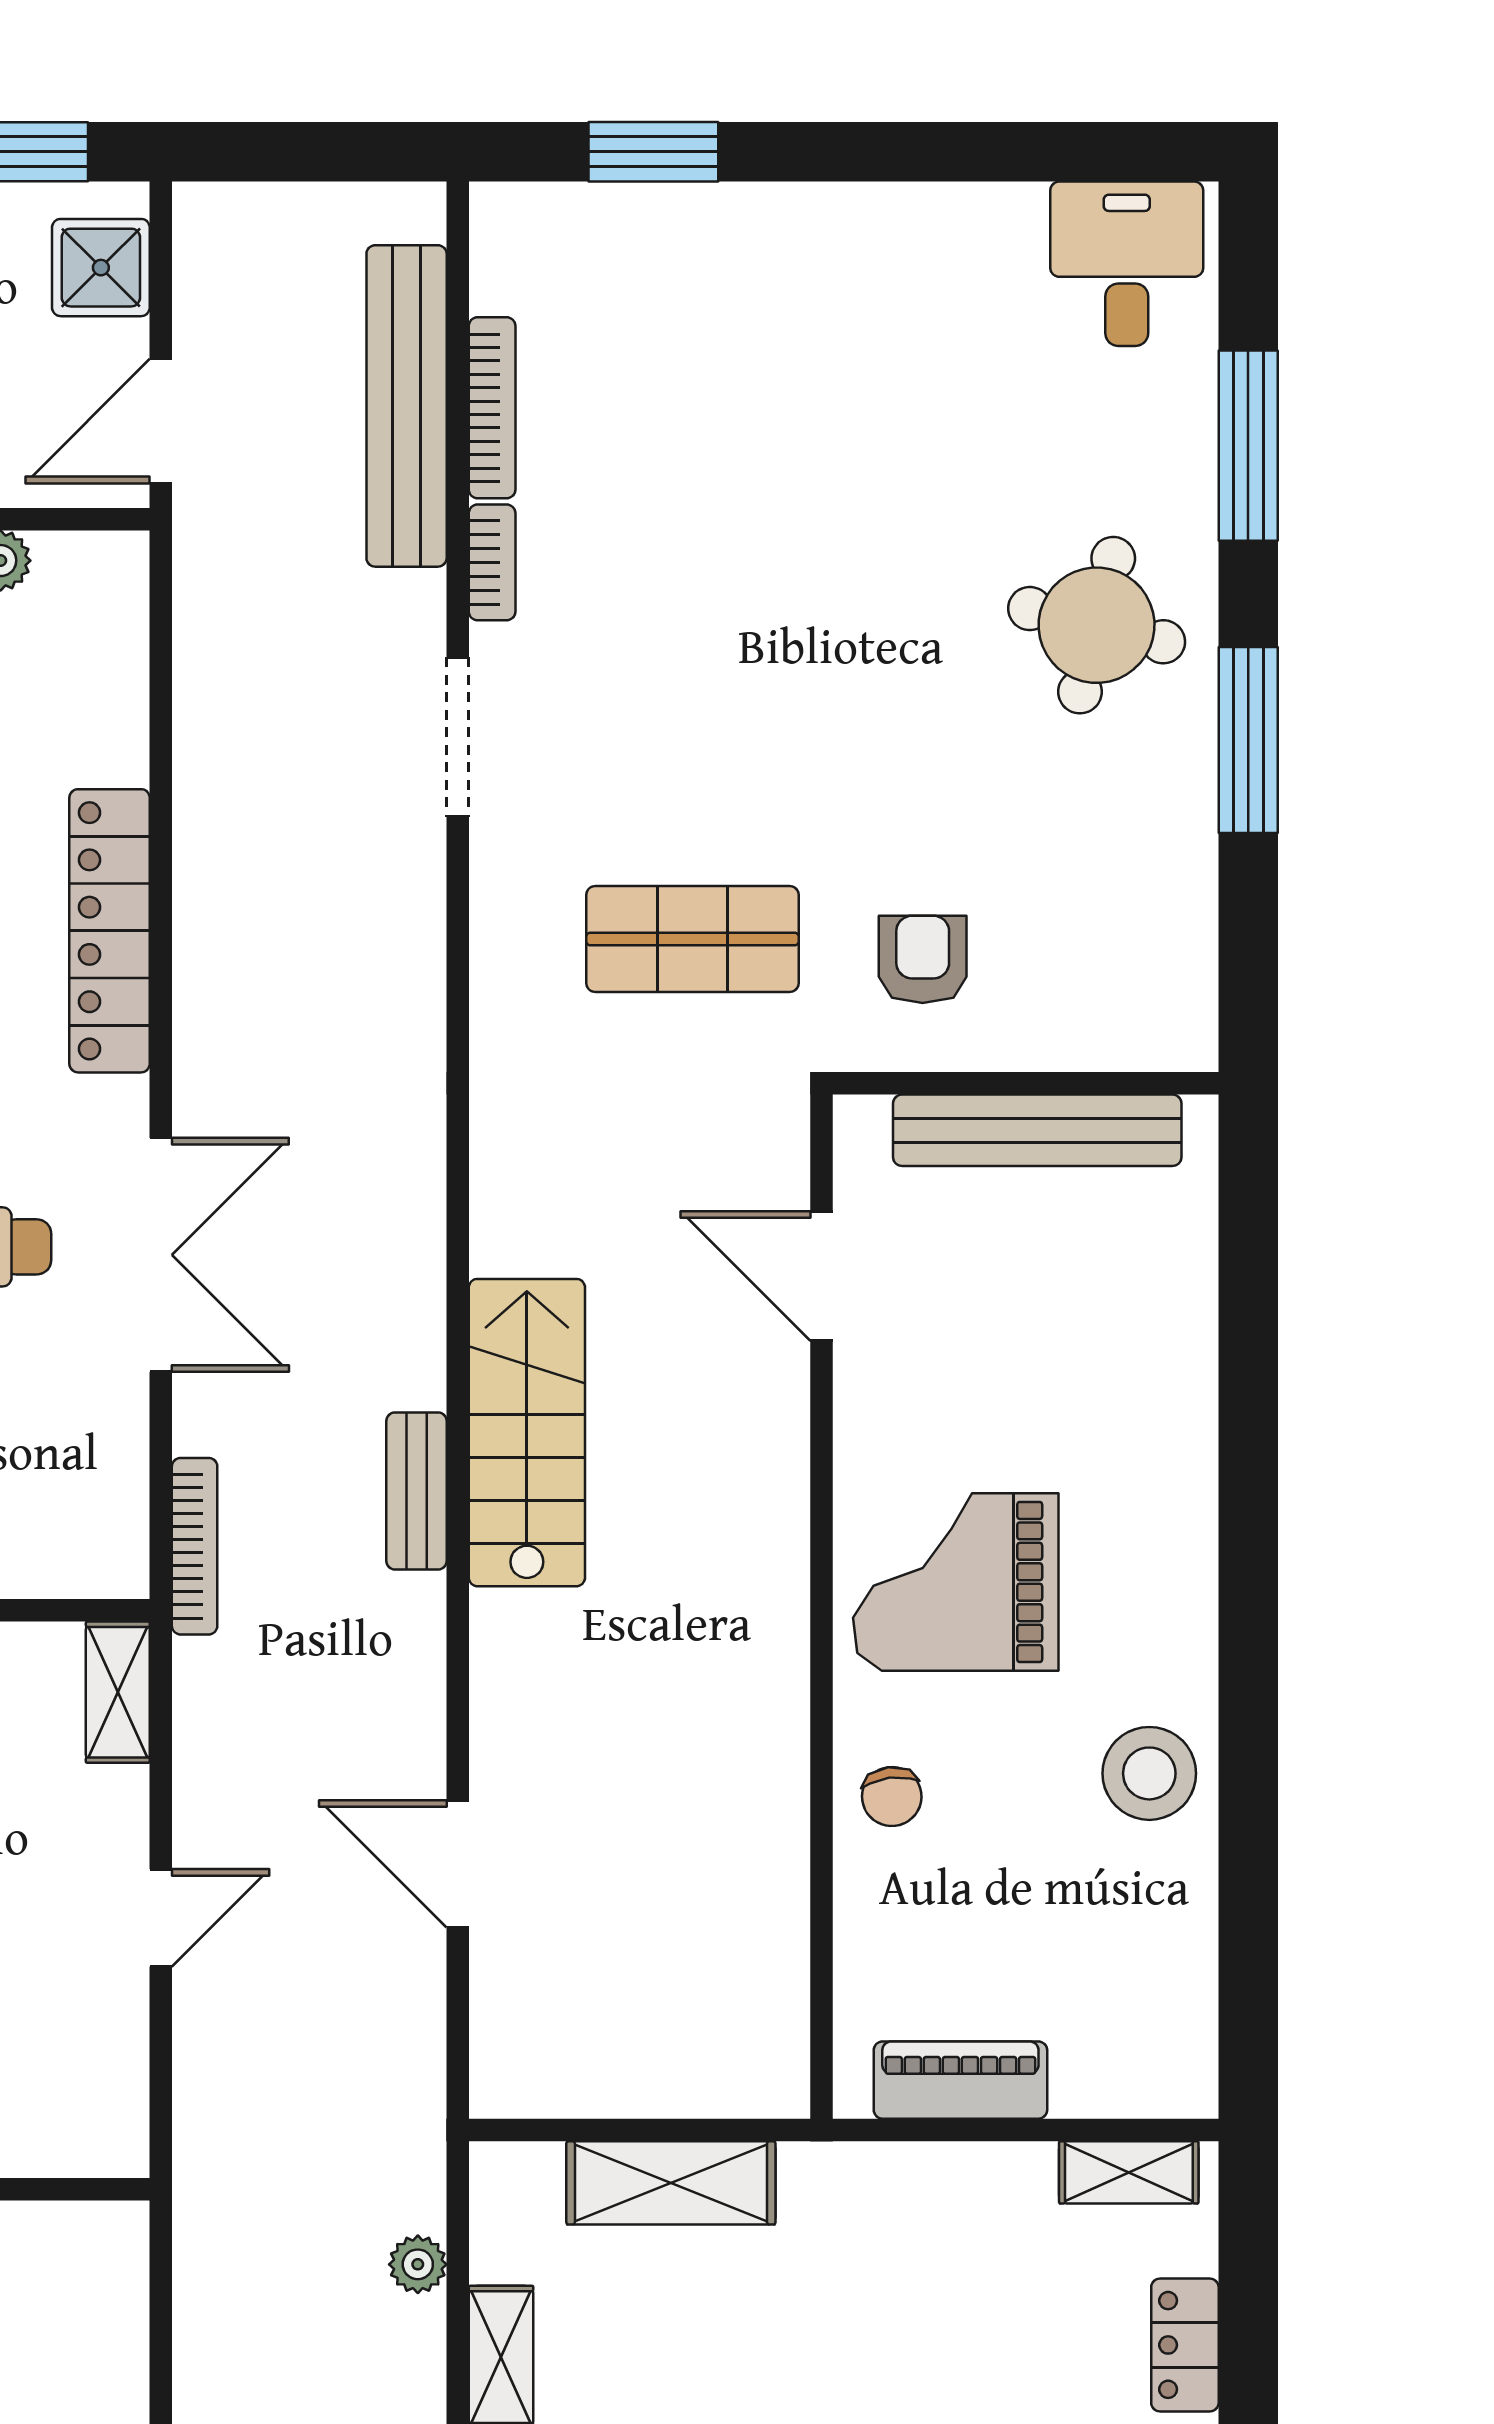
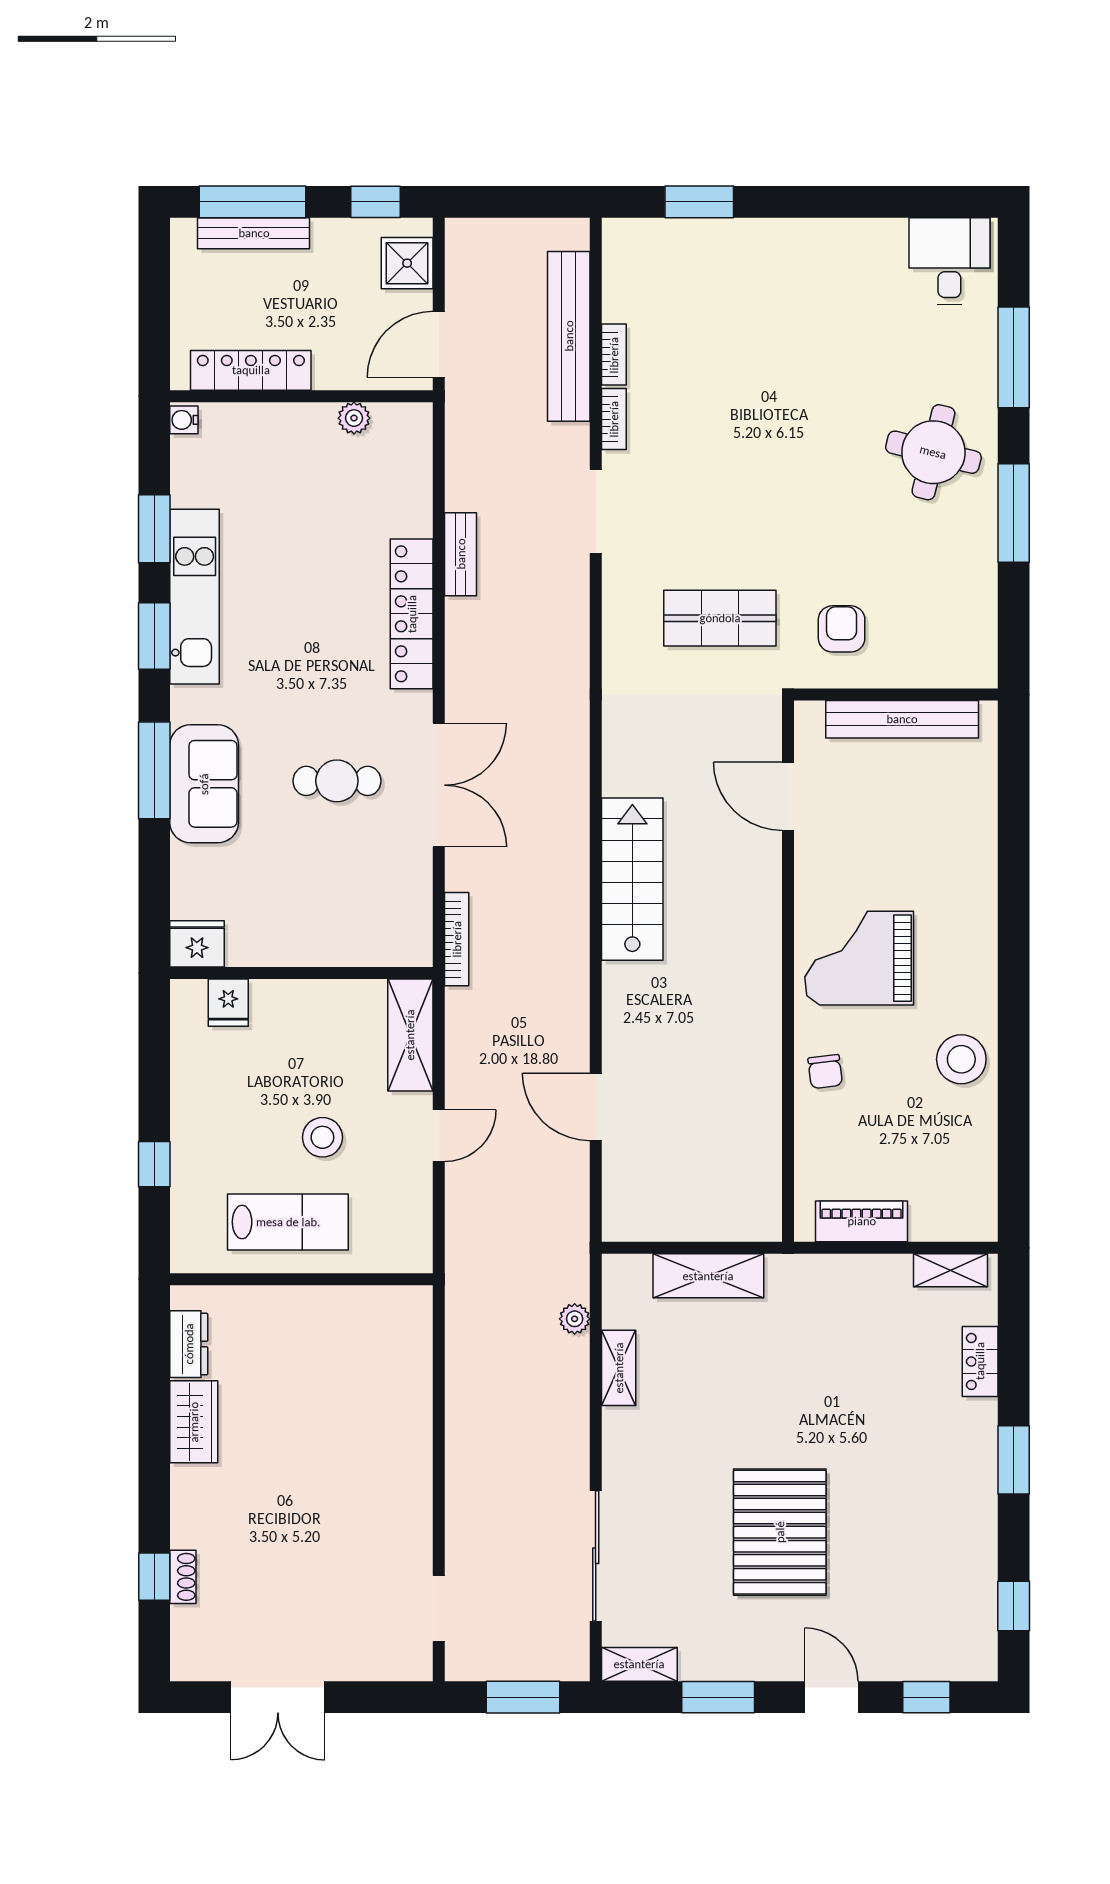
bookcase: (492, 408) -> (614, 355), width x0.64
bench: (417, 1491) -> (461, 554), moved
shelving: (118, 1692) -> (410, 1035), width x1.50, depth x1.33

